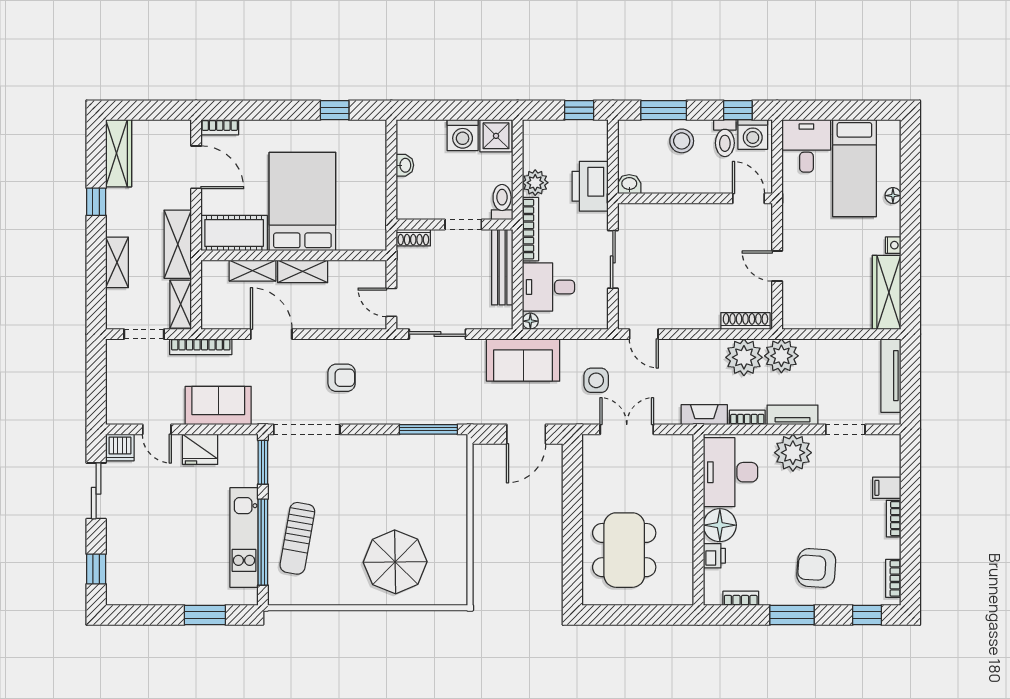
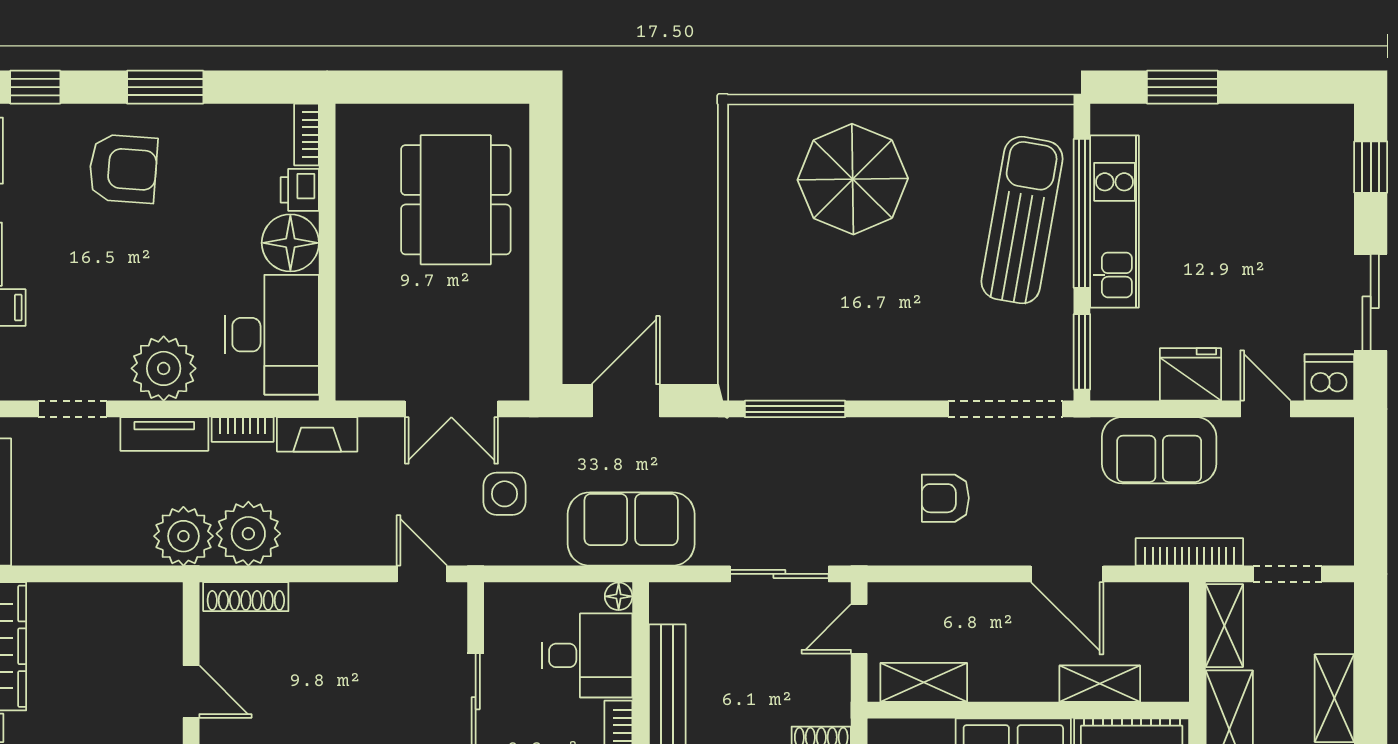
shelving: (303, 271) -> (924, 682), moved
door: (391, 302) -> (859, 629), swing flipped
sun lounger: (297, 538) -> (1022, 220), width x1.36, depth x1.34
bookcase: (741, 598) -> (307, 135), moved, turned 90

